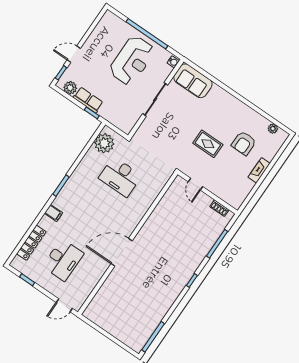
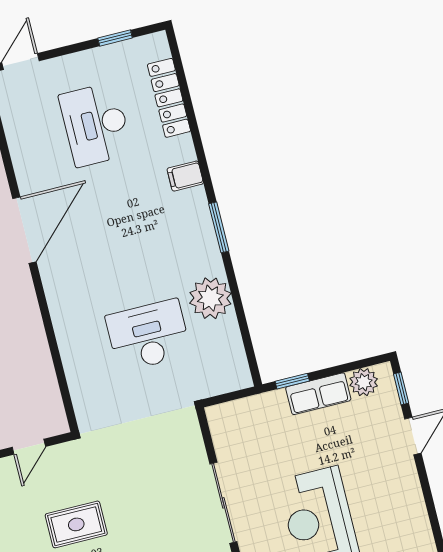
plant: (104, 143) -> (210, 298), moved
door: (195, 184) -> (29, 447), swing flipped

